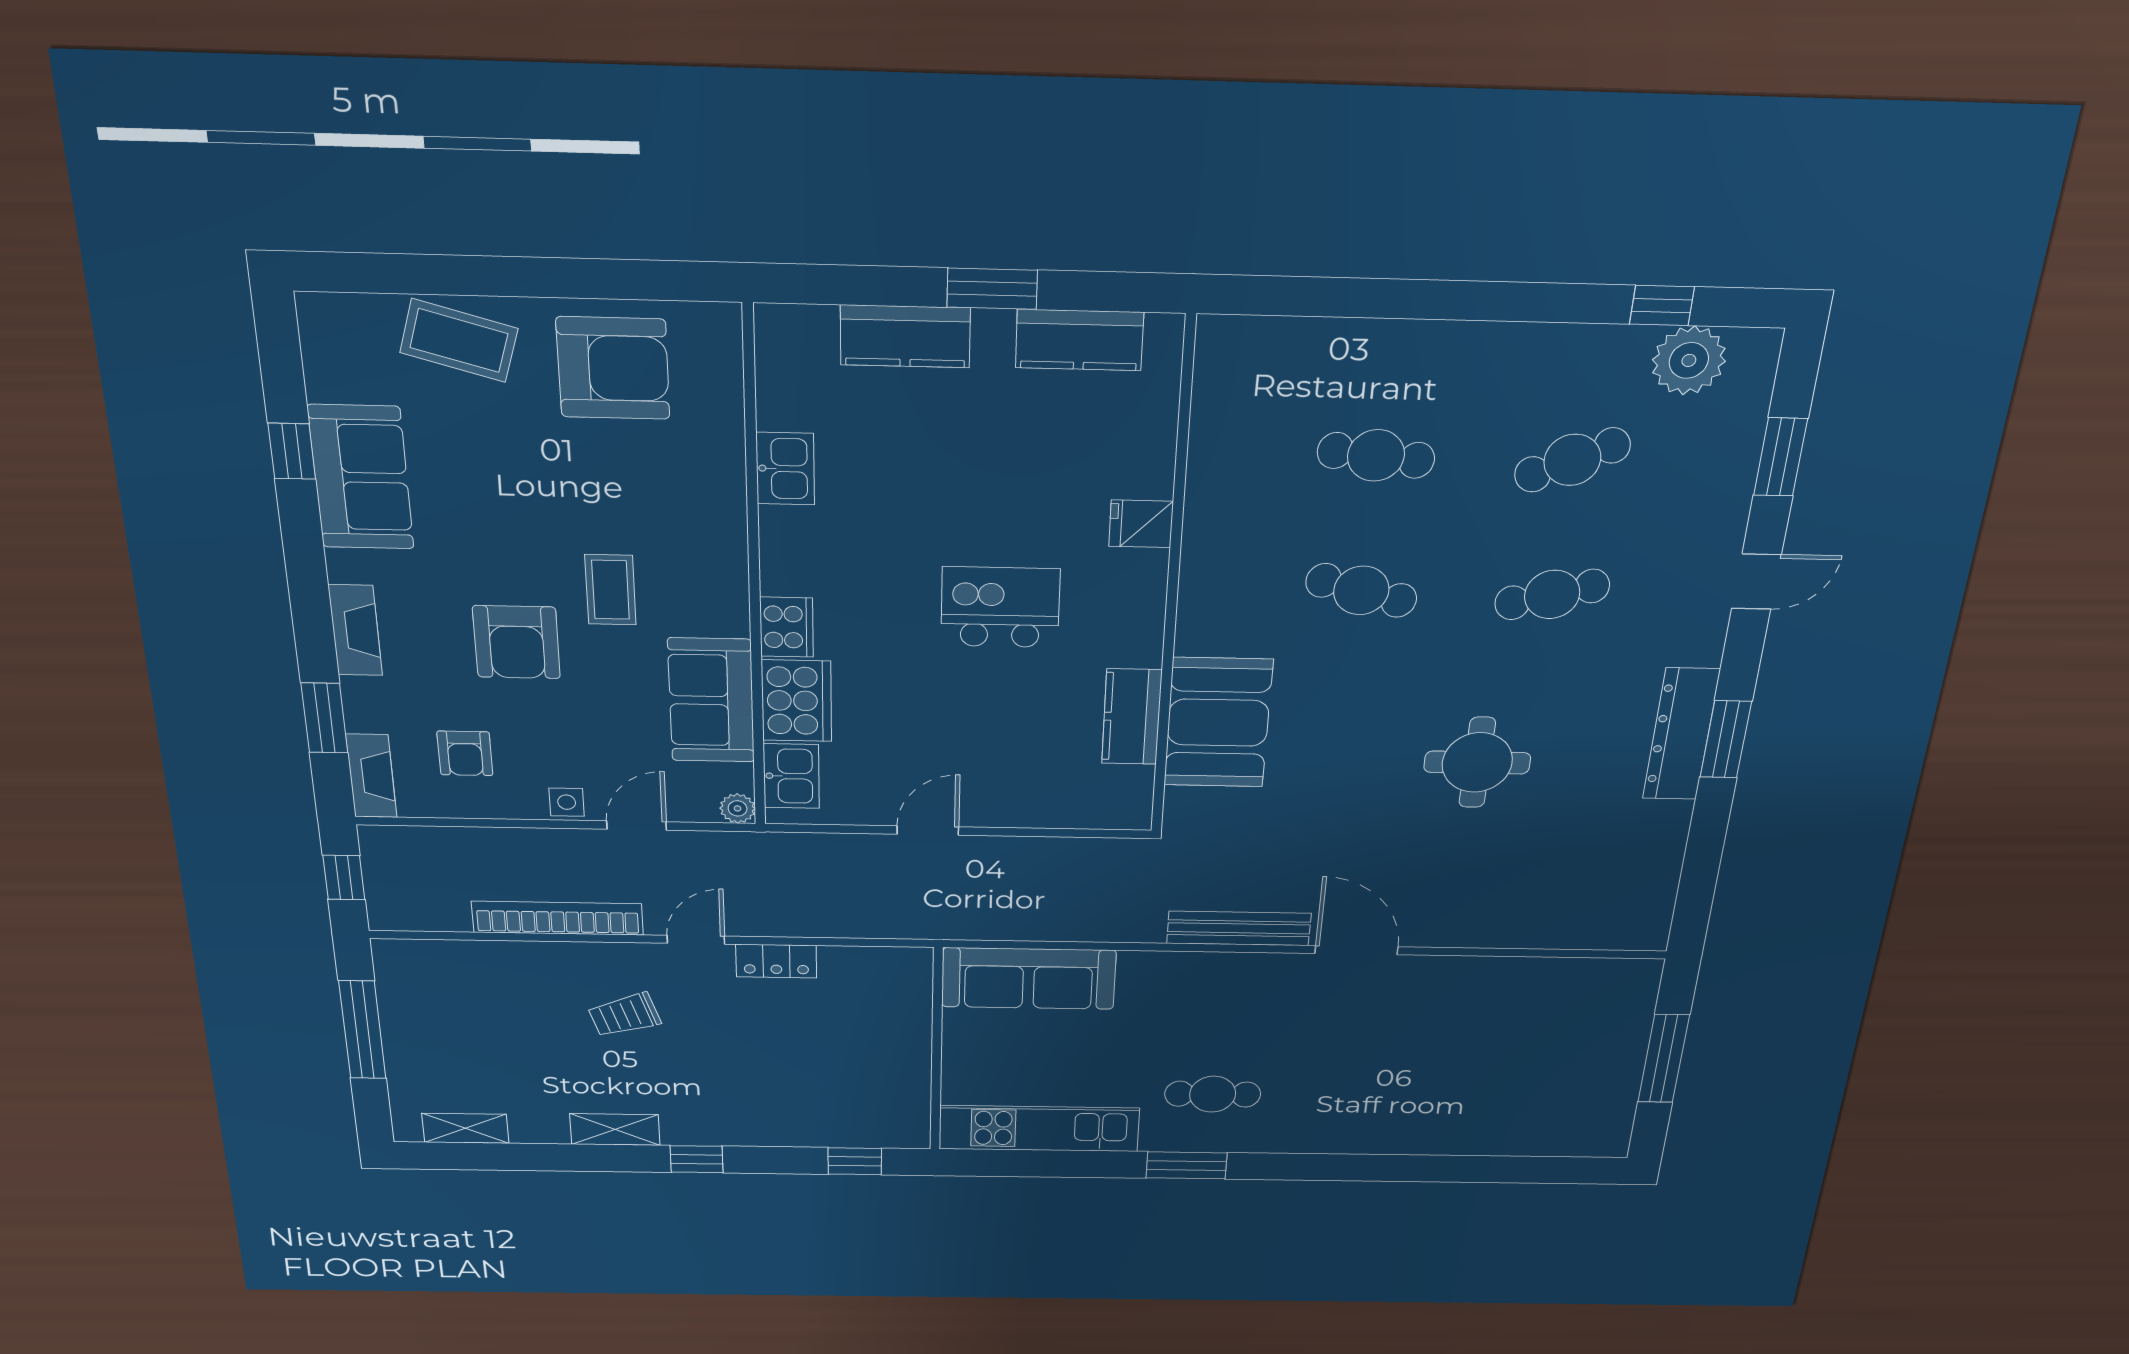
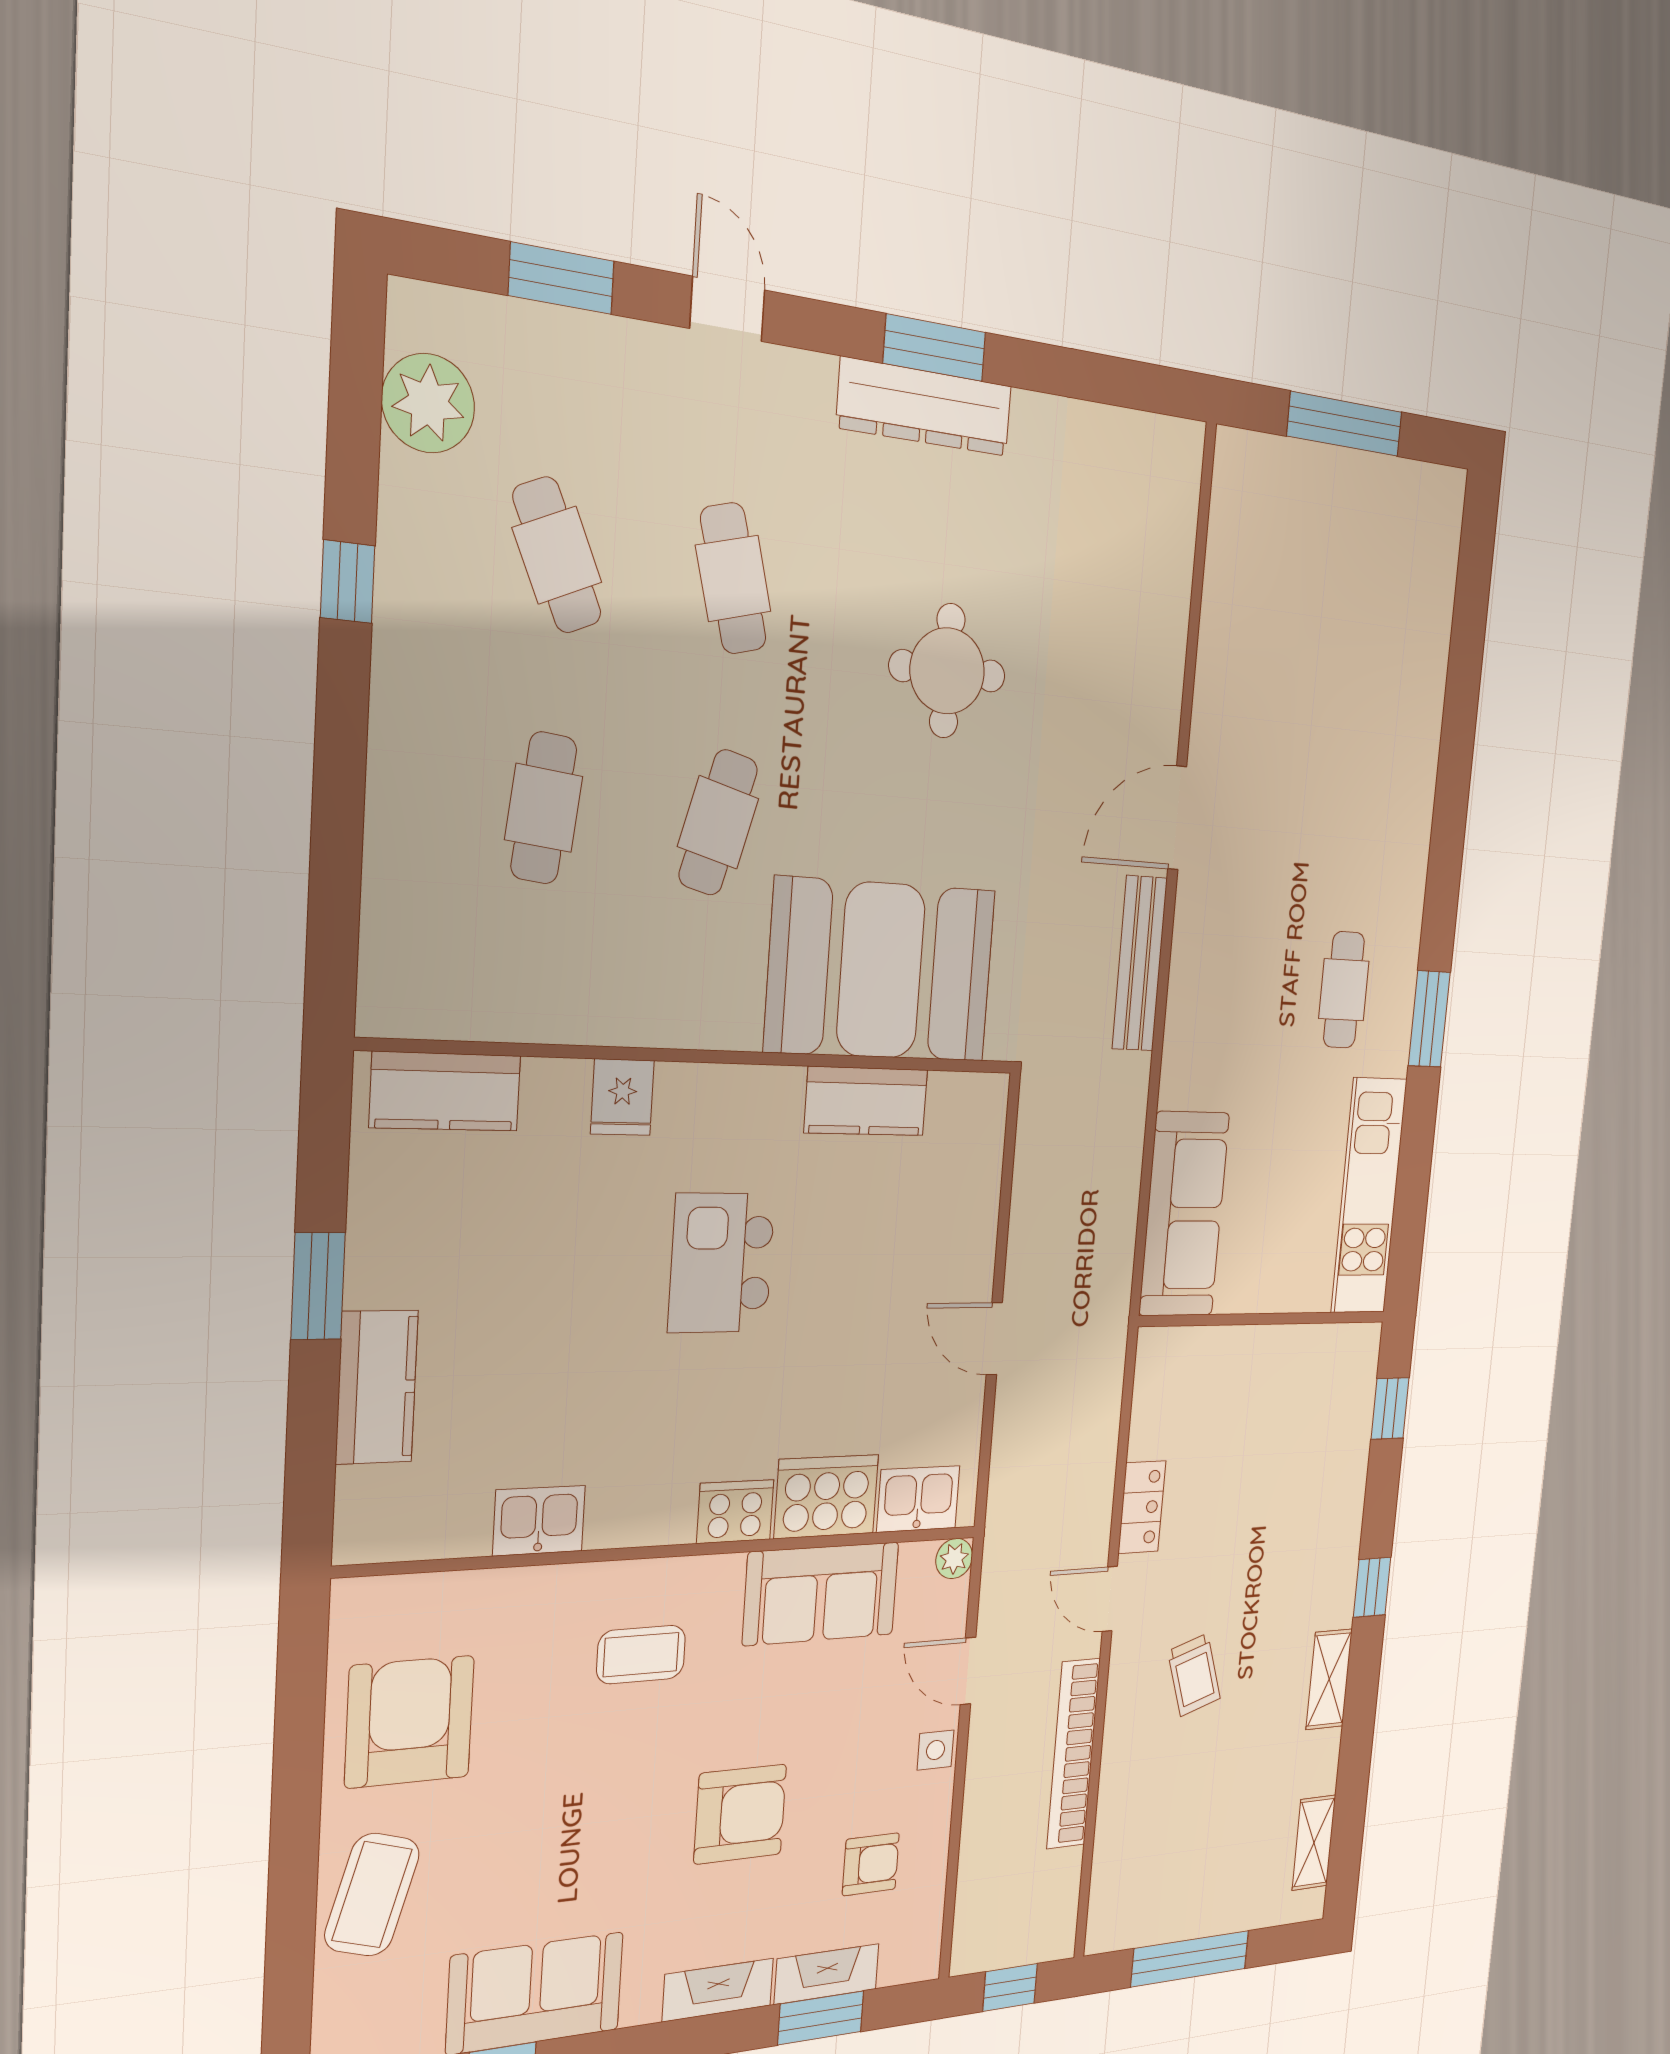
window: (1662, 305) -> (348, 582), moved
kitchen counter: (1079, 340) -> (445, 1091), moved, turned 90
coffee table: (611, 590) -> (641, 1655), moved
booth: (1218, 723) -> (881, 970), width x1.36, depth x1.42
fireplace: (371, 776) -> (827, 1974), moved

